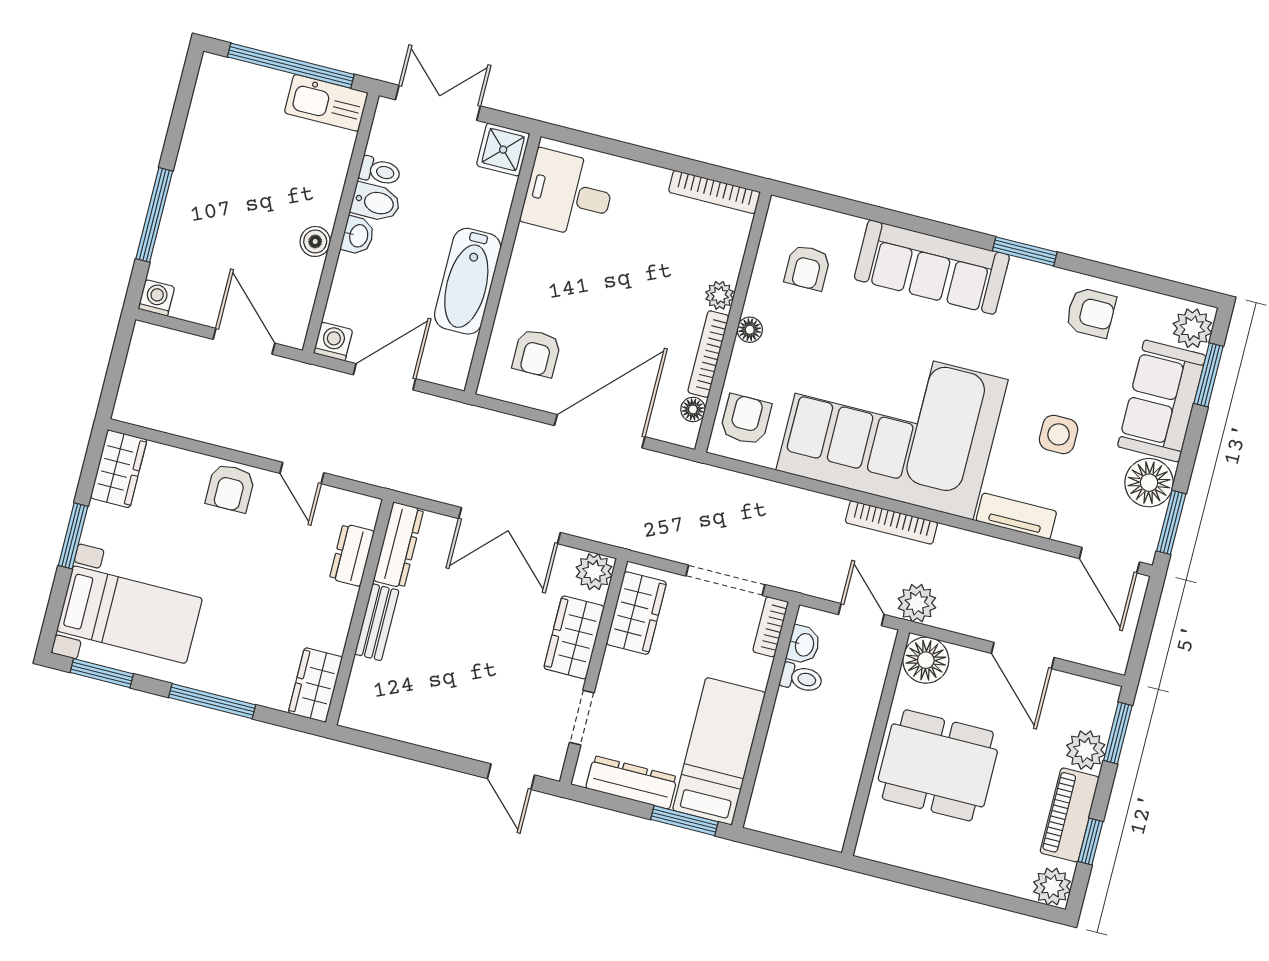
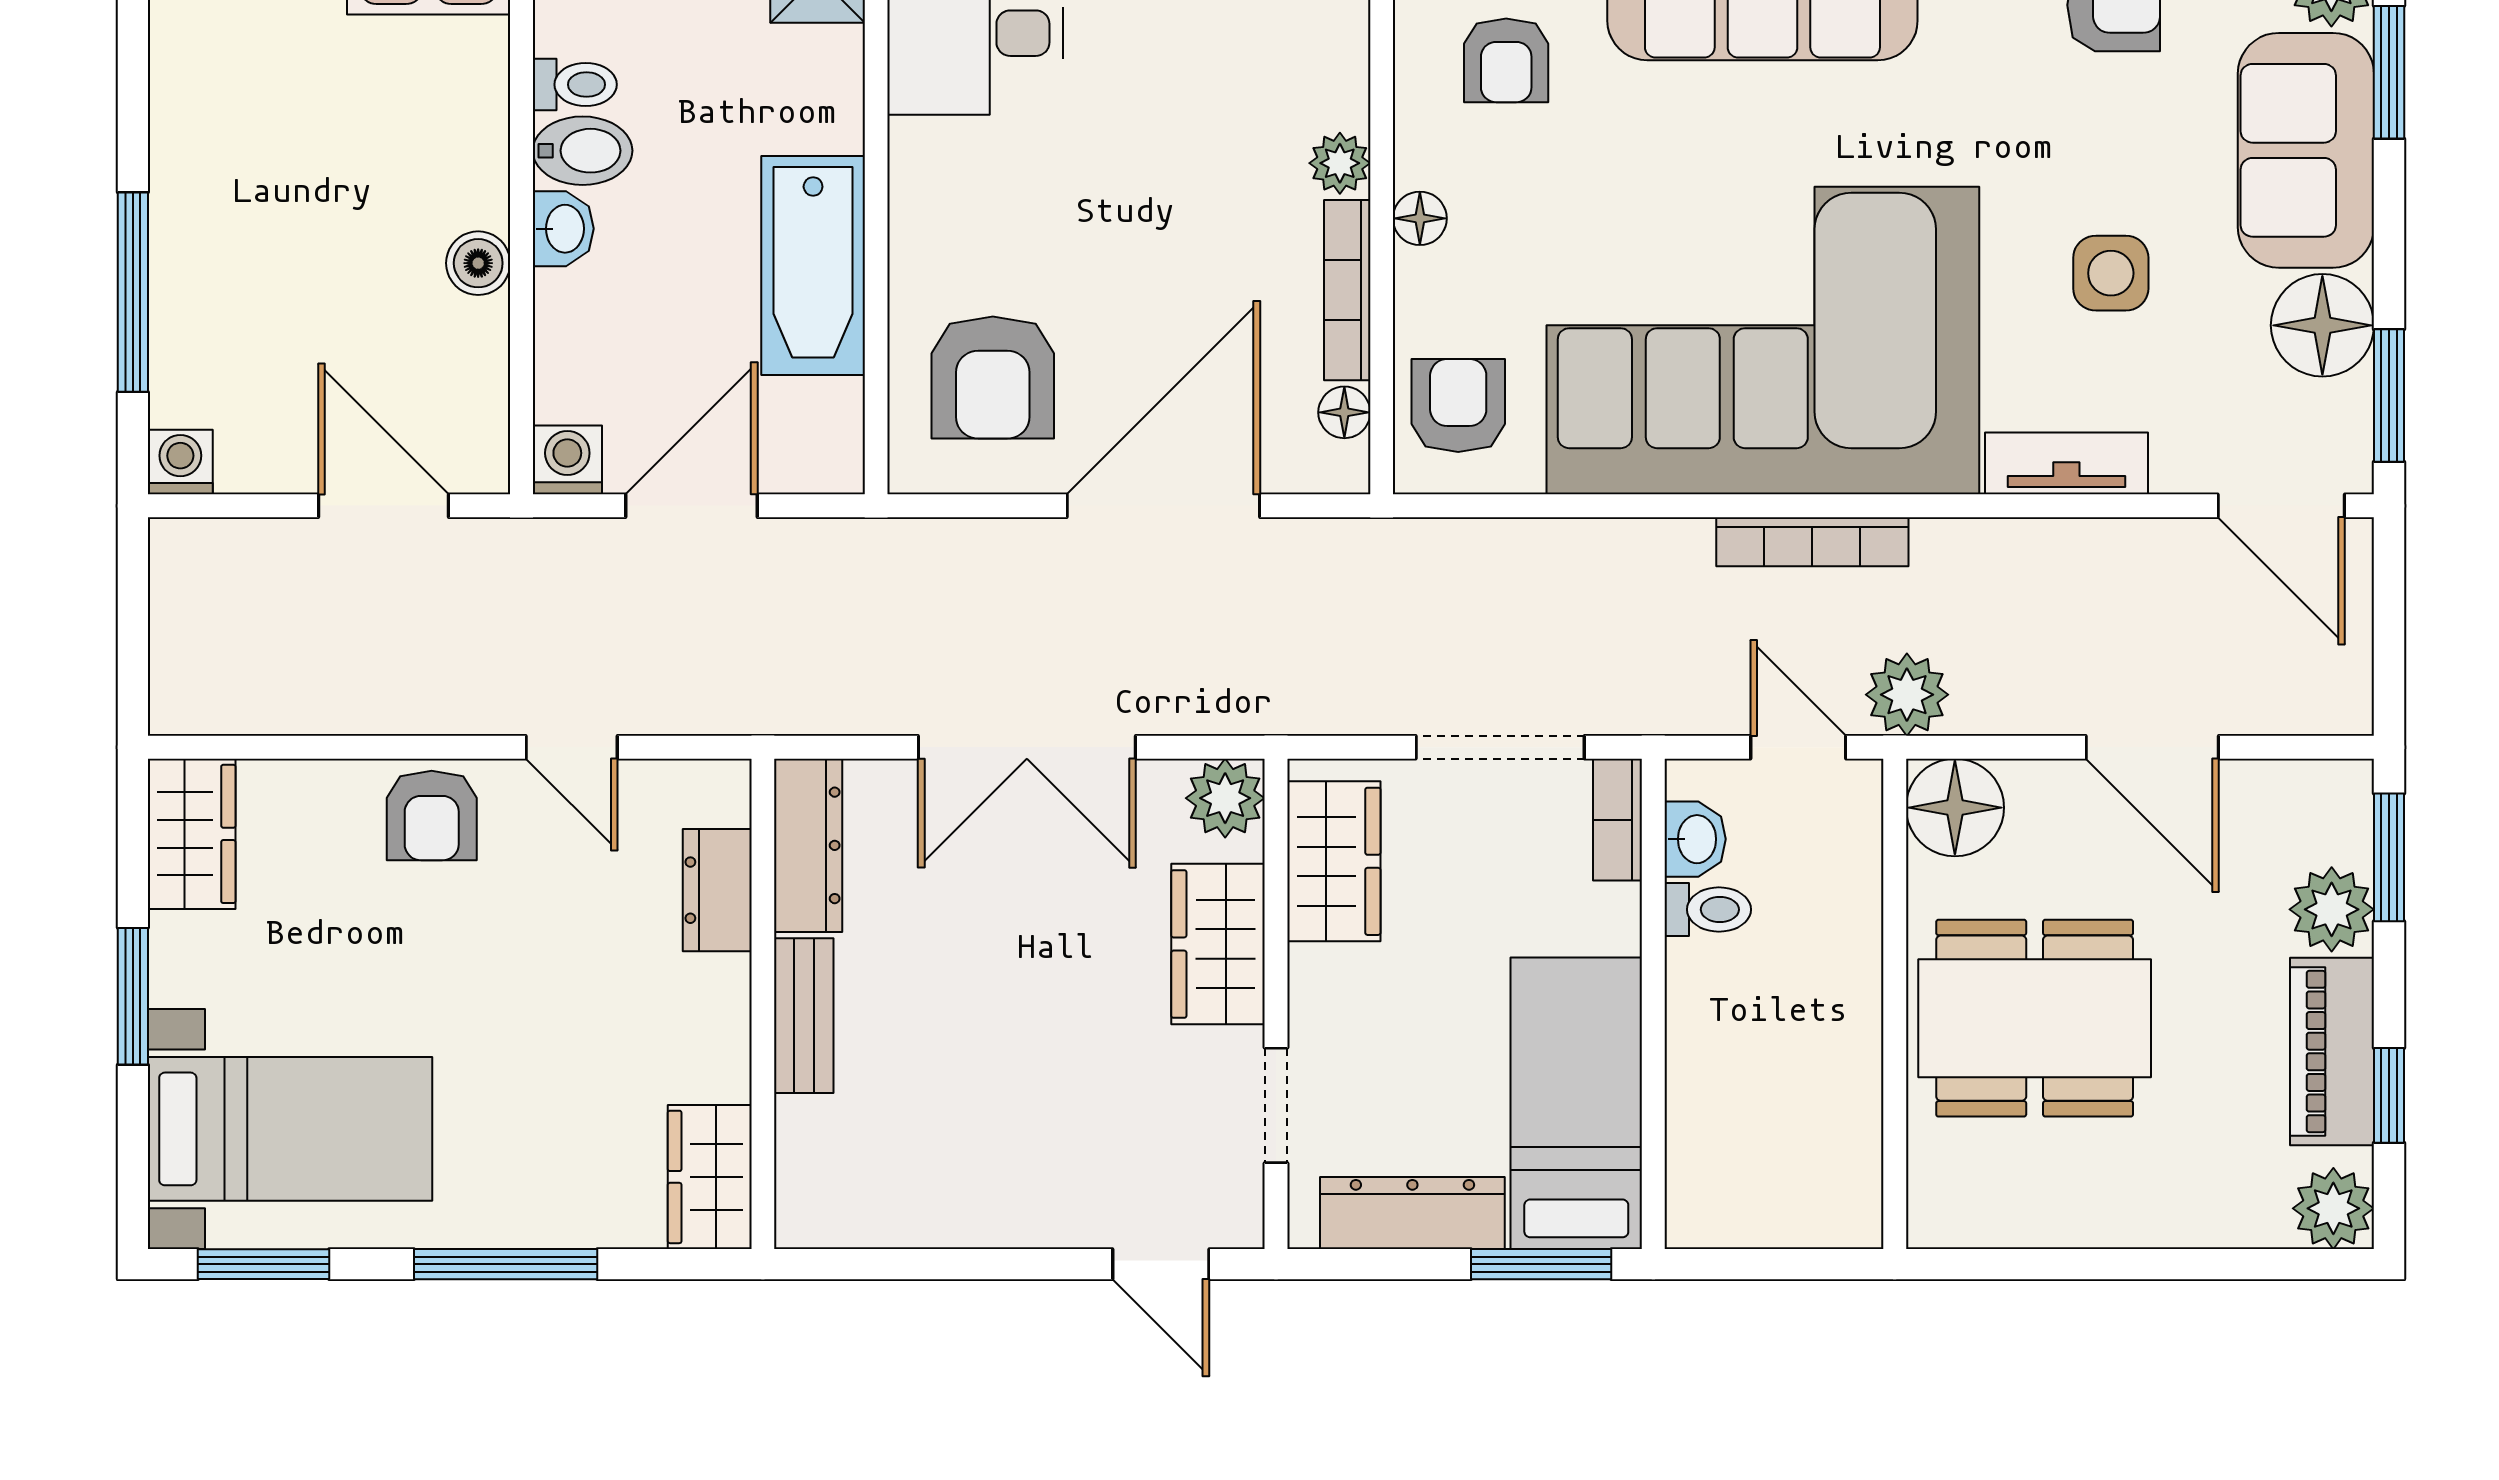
armchair: (537, 353) -> (993, 377), width x1.38, depth x1.38

